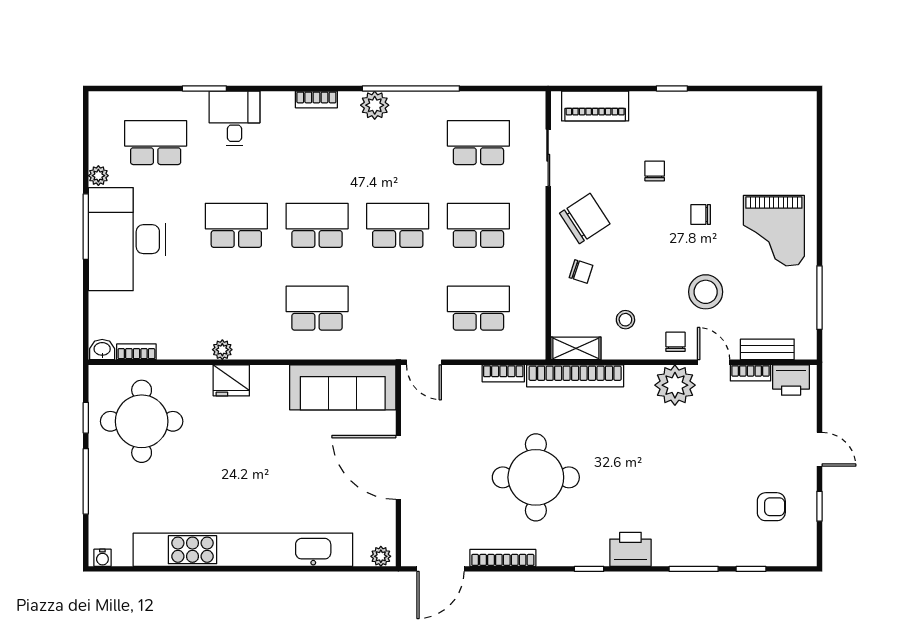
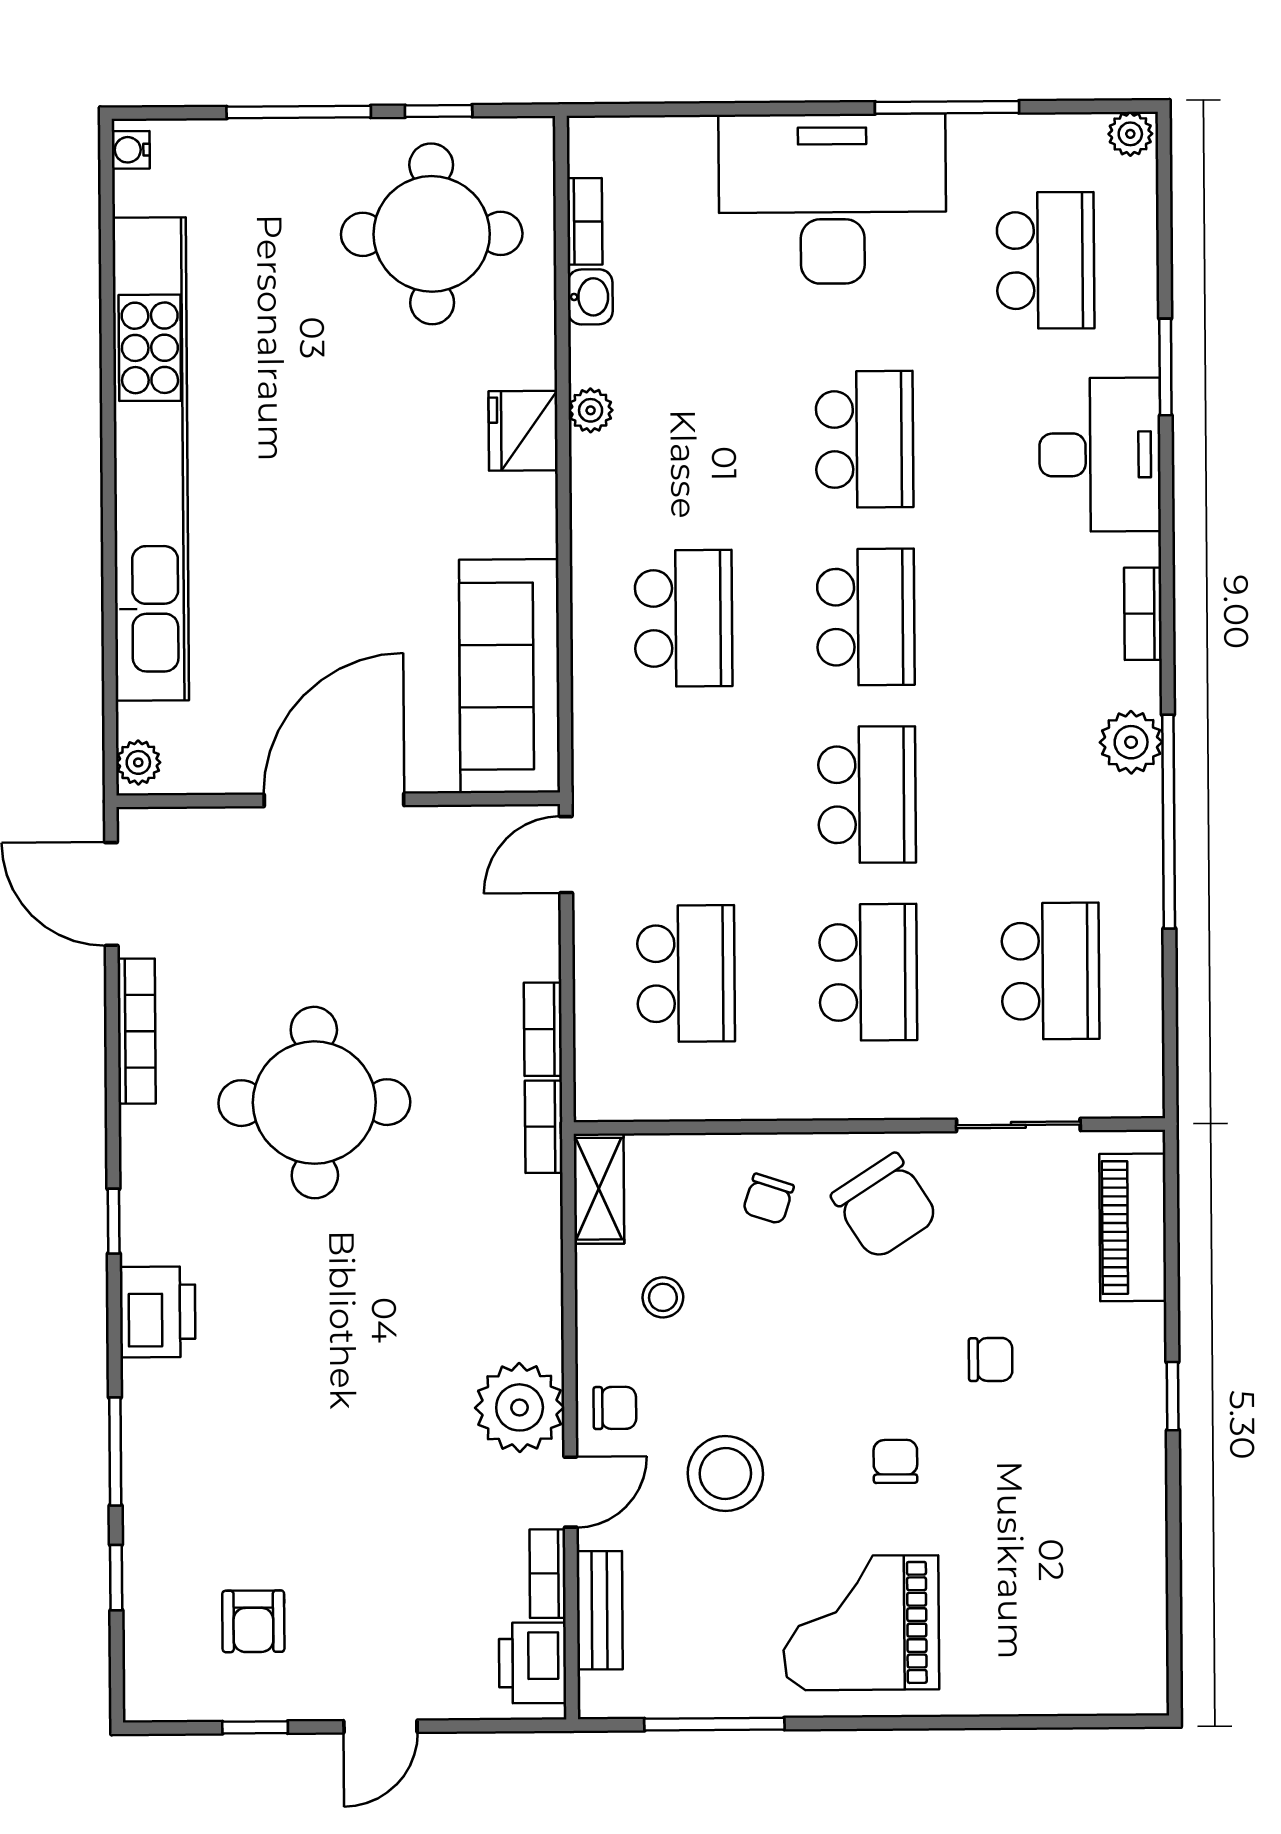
desk: (235, 118) -> (1100, 455), width x1.37
plant: (98, 176) -> (1130, 134), moved
window: (86, 227) -> (947, 107), moved
washbasin: (102, 350) -> (590, 297), moved
bookcase: (575, 376) -> (544, 1127), width x0.43, depth x0.76

